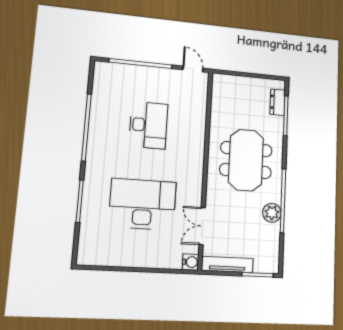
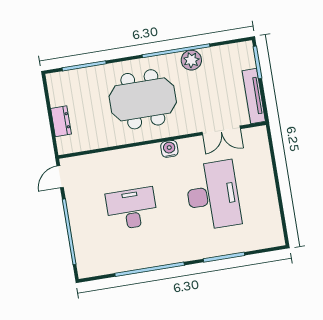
dresser: (278, 102) -> (61, 121), moved, turned -90
desk: (143, 204) -> (213, 195), turned 180
water cooler: (191, 262) -> (169, 149), moved

